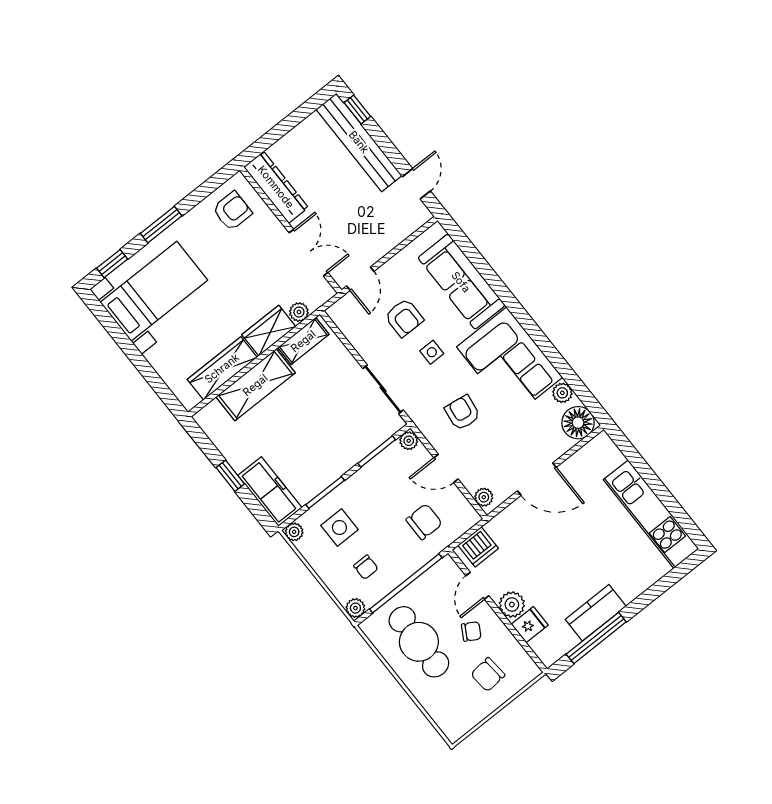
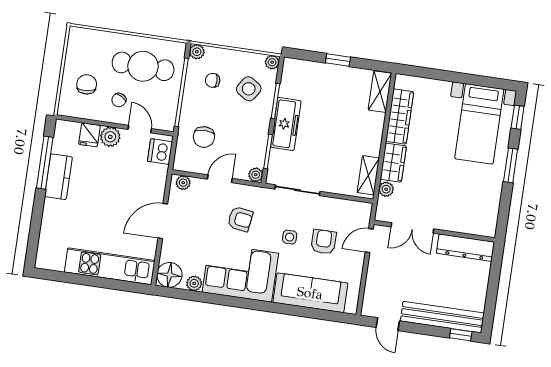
armchair: (232, 211) -> (478, 211), removed
door: (360, 279) -> (369, 241), hinge flipped
armchair: (404, 318) -> (324, 242), turned 90
shelving: (255, 385) -> (380, 92), moved, width x0.67, depth x0.75
freezer: (270, 492) -> (286, 124), moved, turned -90
kitchen unit: (651, 514) -> (110, 266), moved
side table: (339, 527) -> (249, 89), turned 33

